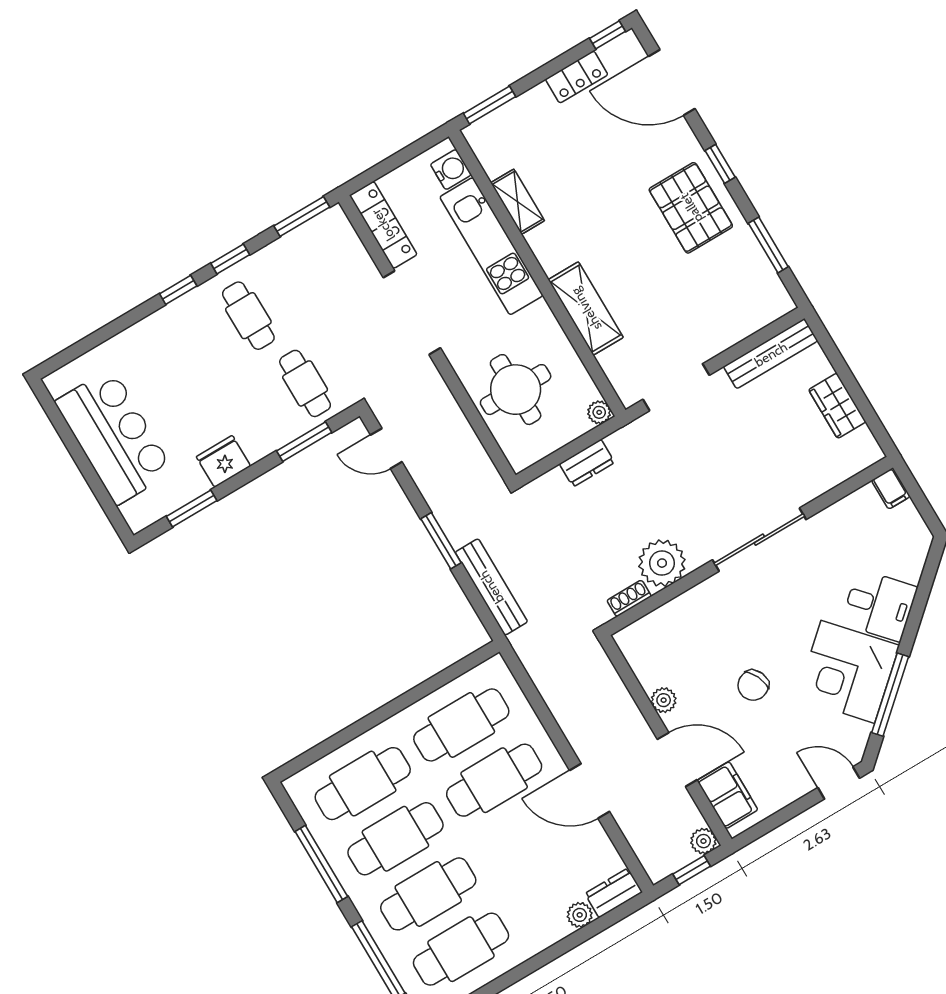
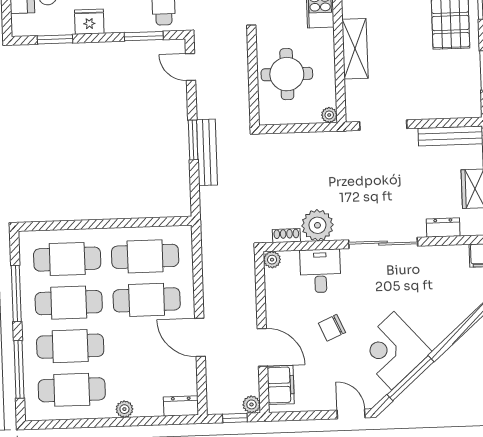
dresser: (587, 463) -> (443, 228), moved, turned 180
bench: (491, 587) -> (207, 152), moved
desk: (879, 605) -> (320, 271), moved, turned -138
plant: (664, 700) -> (272, 260), moved
plant: (580, 915) -> (124, 409), moved

